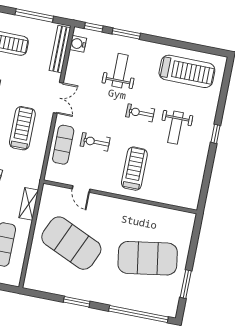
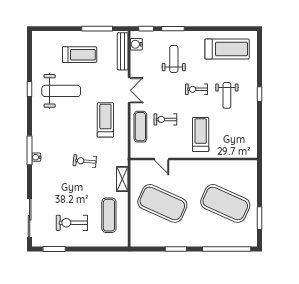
exercise mat: (148, 258) -> (225, 203), turned 33

